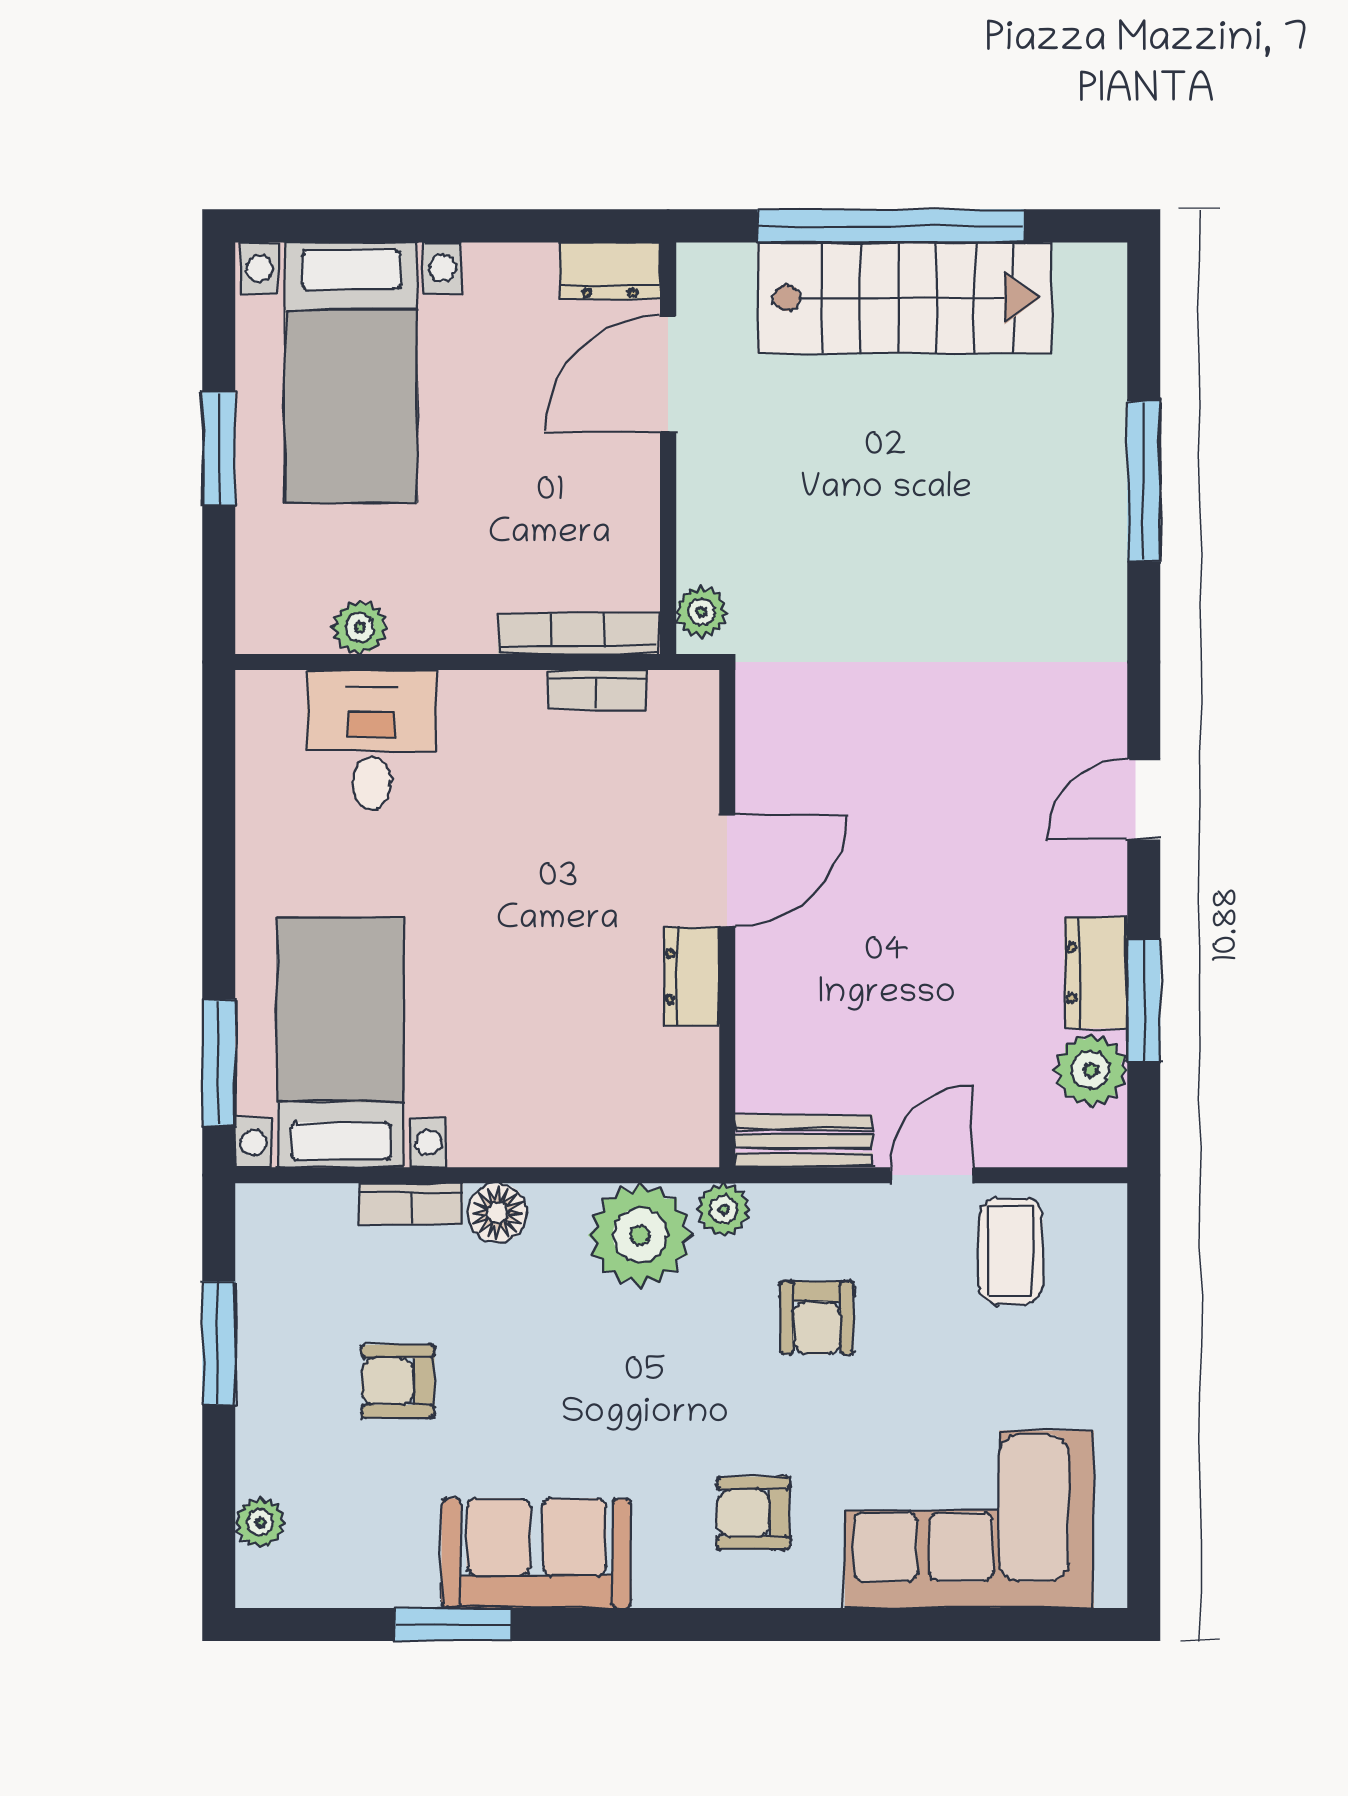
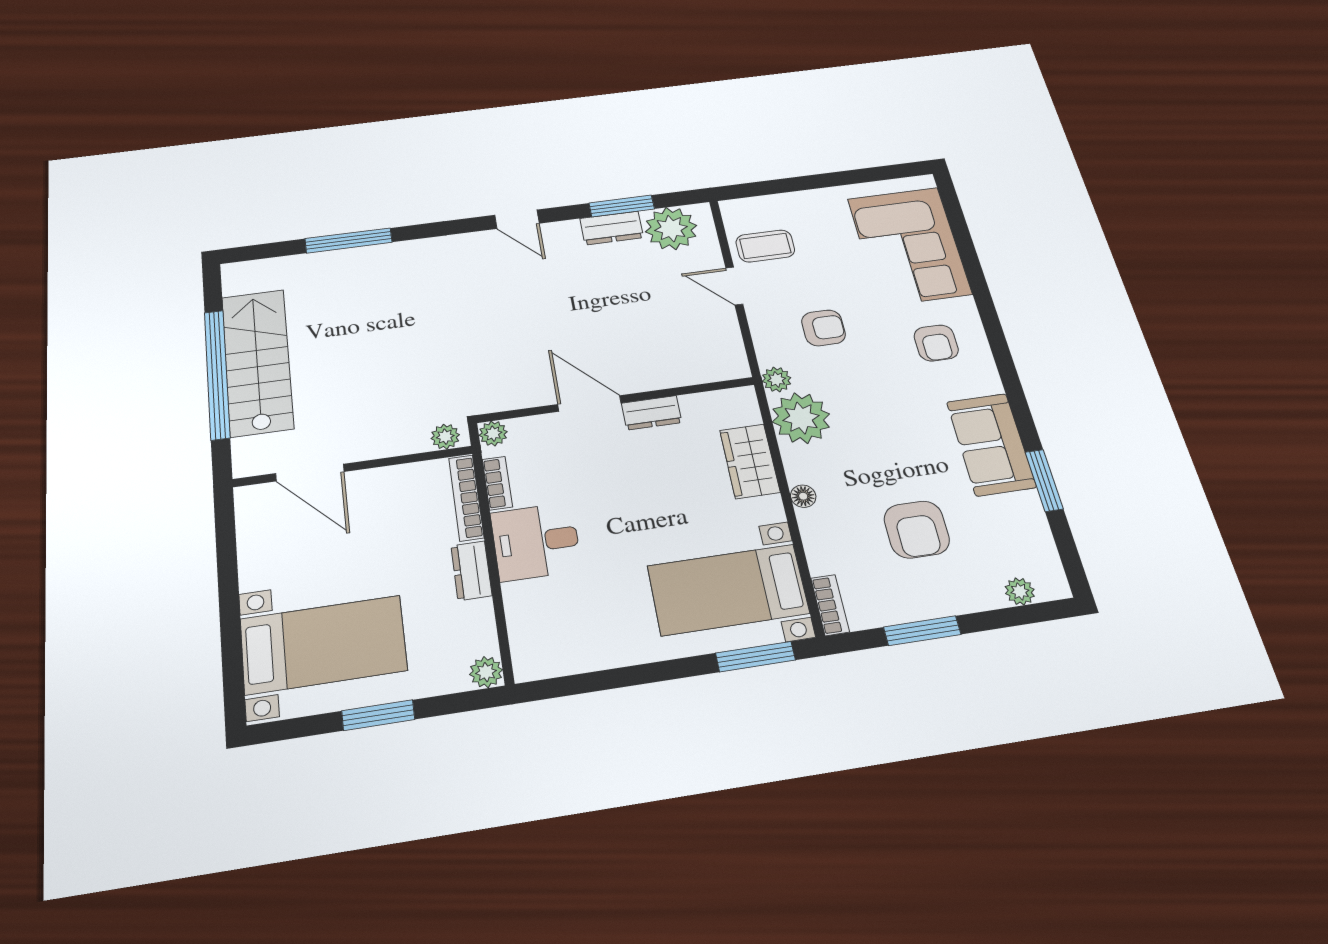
dresser: (610, 271) -> (471, 571), moved, turned 180
plant: (360, 627) -> (486, 672), moved
plant: (694, 695) -> (493, 434), added
desk: (372, 740) -> (536, 541), moved
plant: (1091, 1070) -> (671, 229), width x1.36, depth x1.36
wardrobe: (570, 1128) -> (750, 461), added
bench: (804, 1141) -> (730, 347), removed
bookcase: (411, 1204) -> (830, 605), moved
floor lamp: (498, 1213) -> (803, 496), width x0.73, depth x0.73
armchair: (398, 1381) -> (917, 530), width x1.38, depth x1.38

